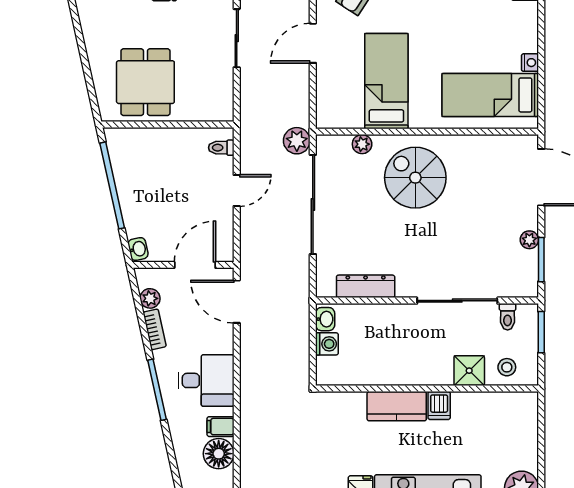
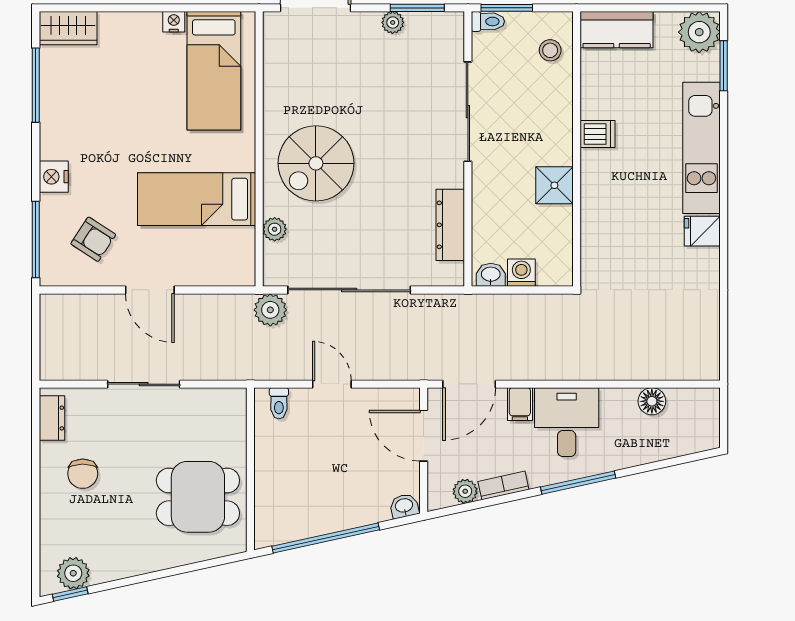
toilet: (508, 317) -> (488, 21), moved
shower: (469, 371) -> (554, 185), moved
kitchen counter: (397, 406) -> (617, 30), moved, turned 90
filing cabinet: (221, 427) -> (520, 404), moved
floor lamp: (219, 454) -> (652, 401), width x0.73, depth x0.73

